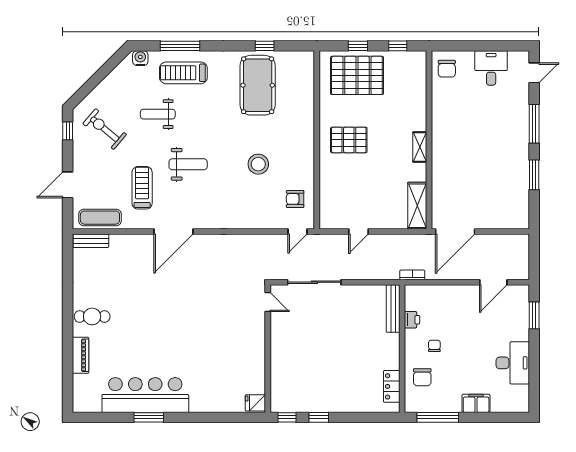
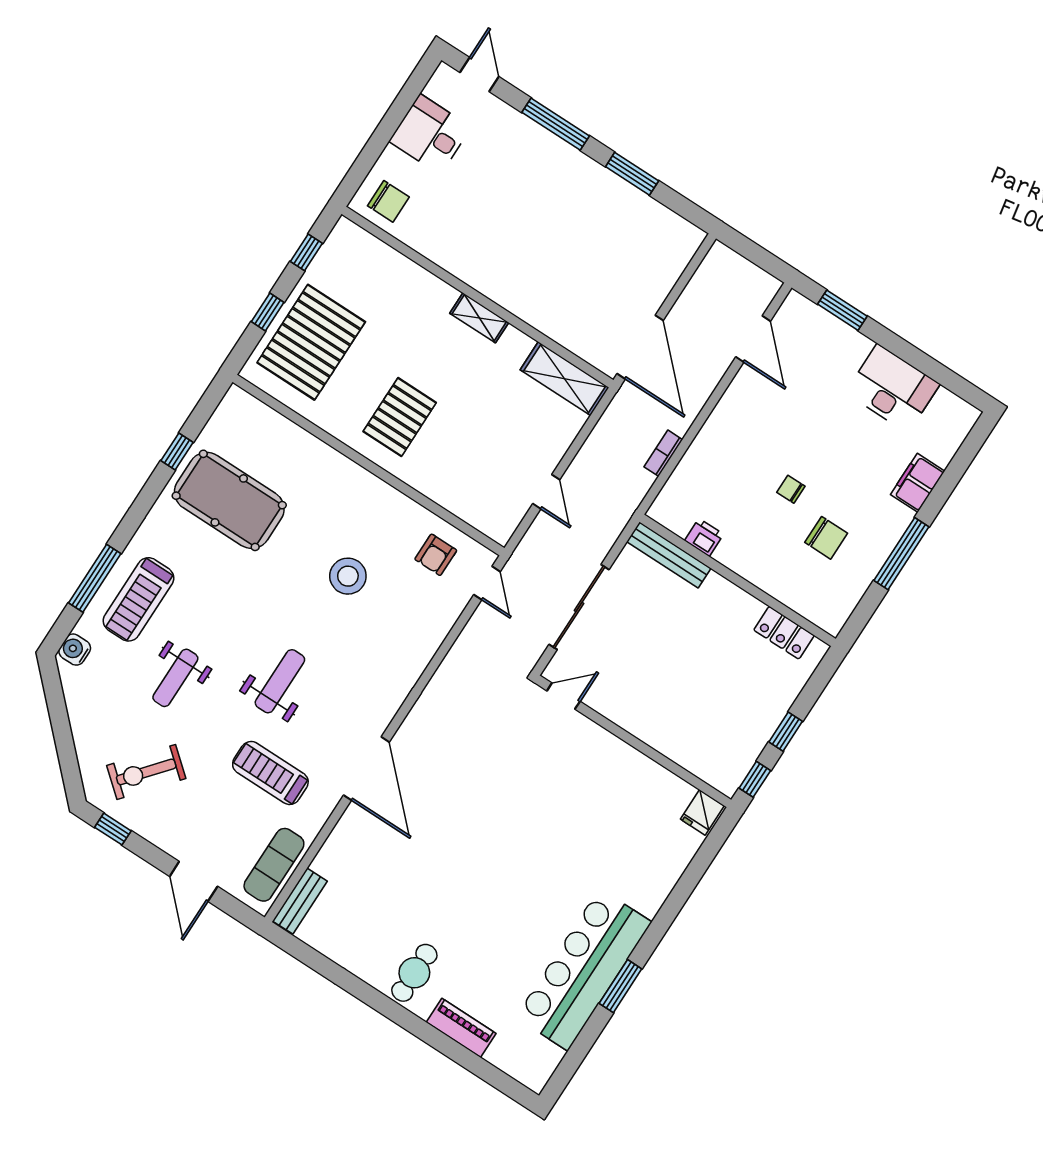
bench: (393, 309) -> (669, 555), moved
printer: (412, 320) -> (704, 537), moved
wall: (402, 349) -> (738, 580), moved
locker: (392, 386) -> (784, 633), moved

